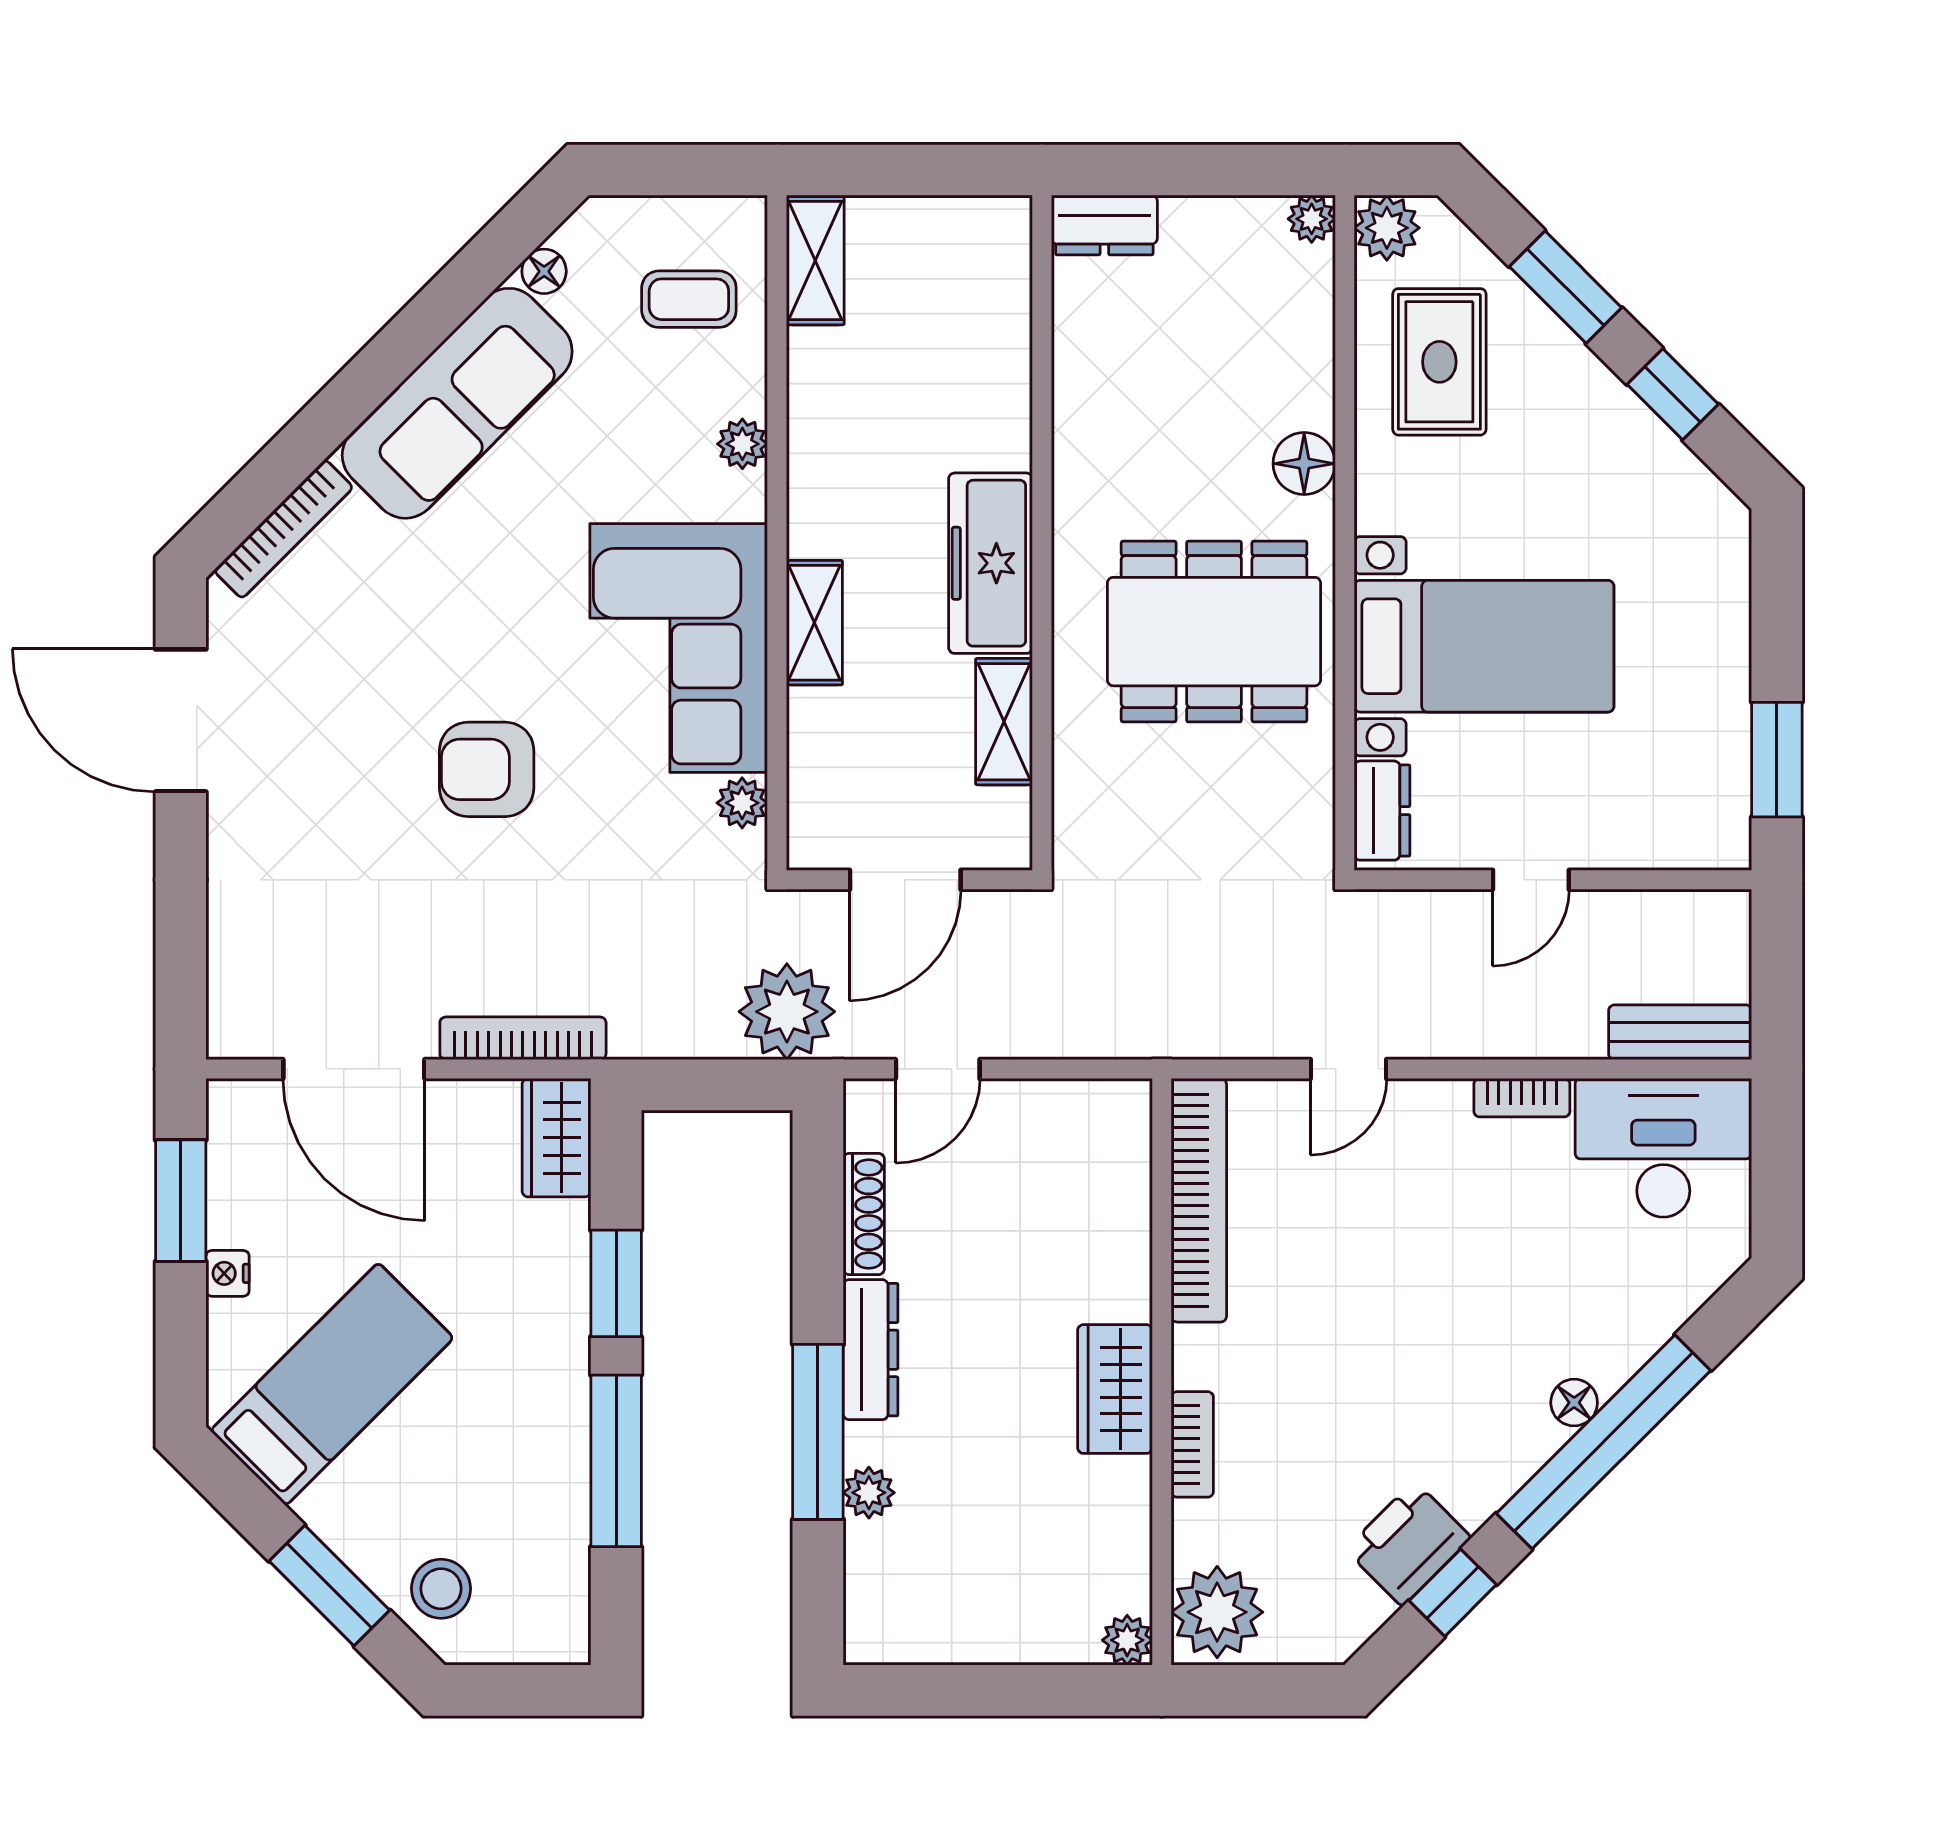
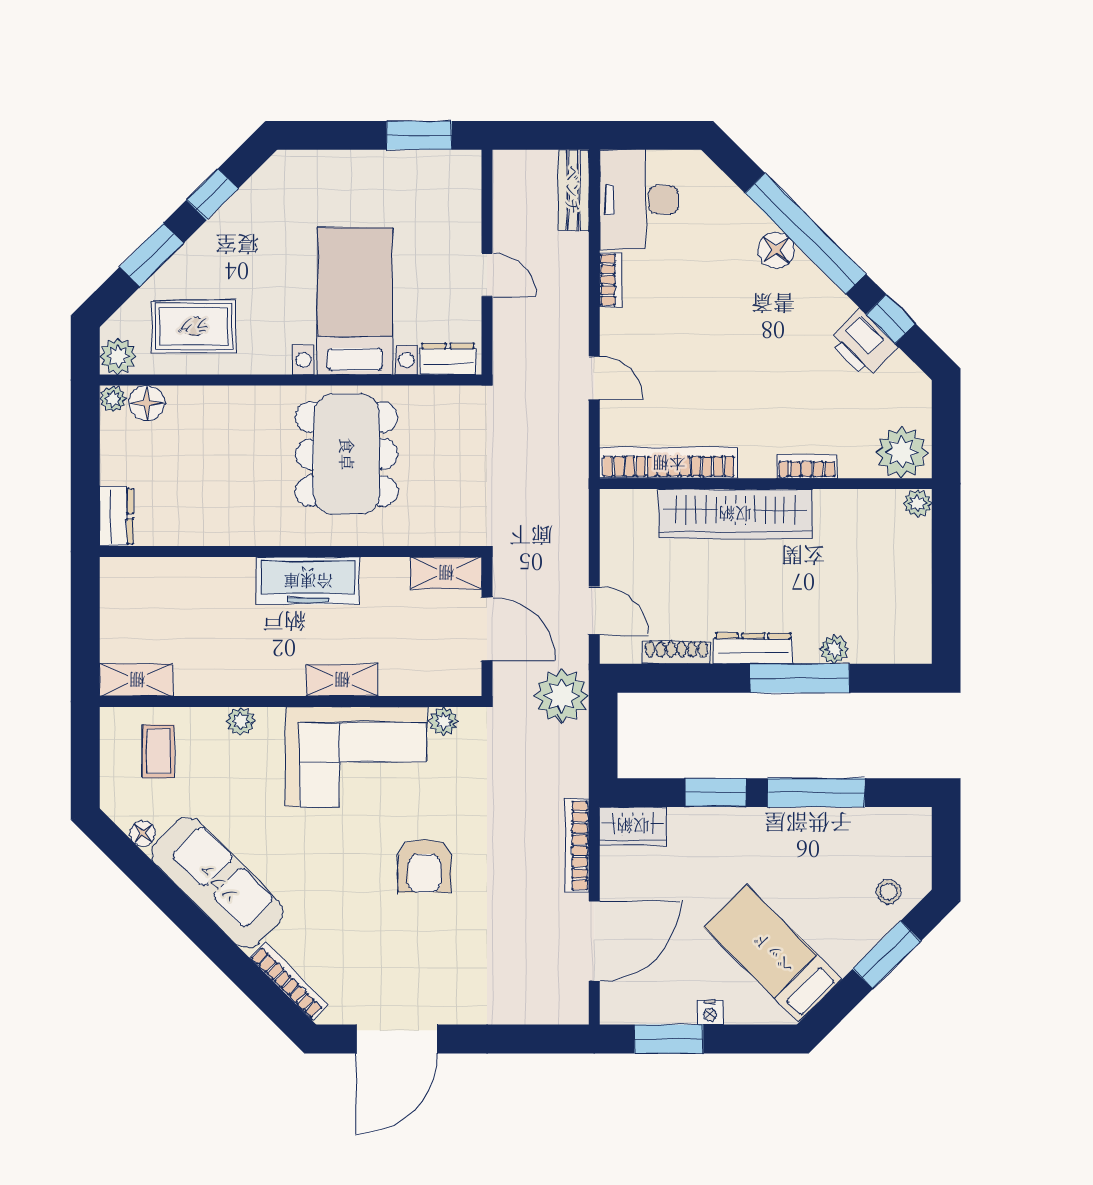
floor lamp: (1304, 464) -> (147, 403), moved
shelving: (1004, 722) -> (446, 573), moved
wardrobe: (1115, 1389) -> (735, 514), width x2.10, depth x1.17
floor lamp: (1574, 1403) -> (776, 250), width x1.37, depth x1.37
stool: (441, 1589) -> (888, 892), width x0.73, depth x0.73

